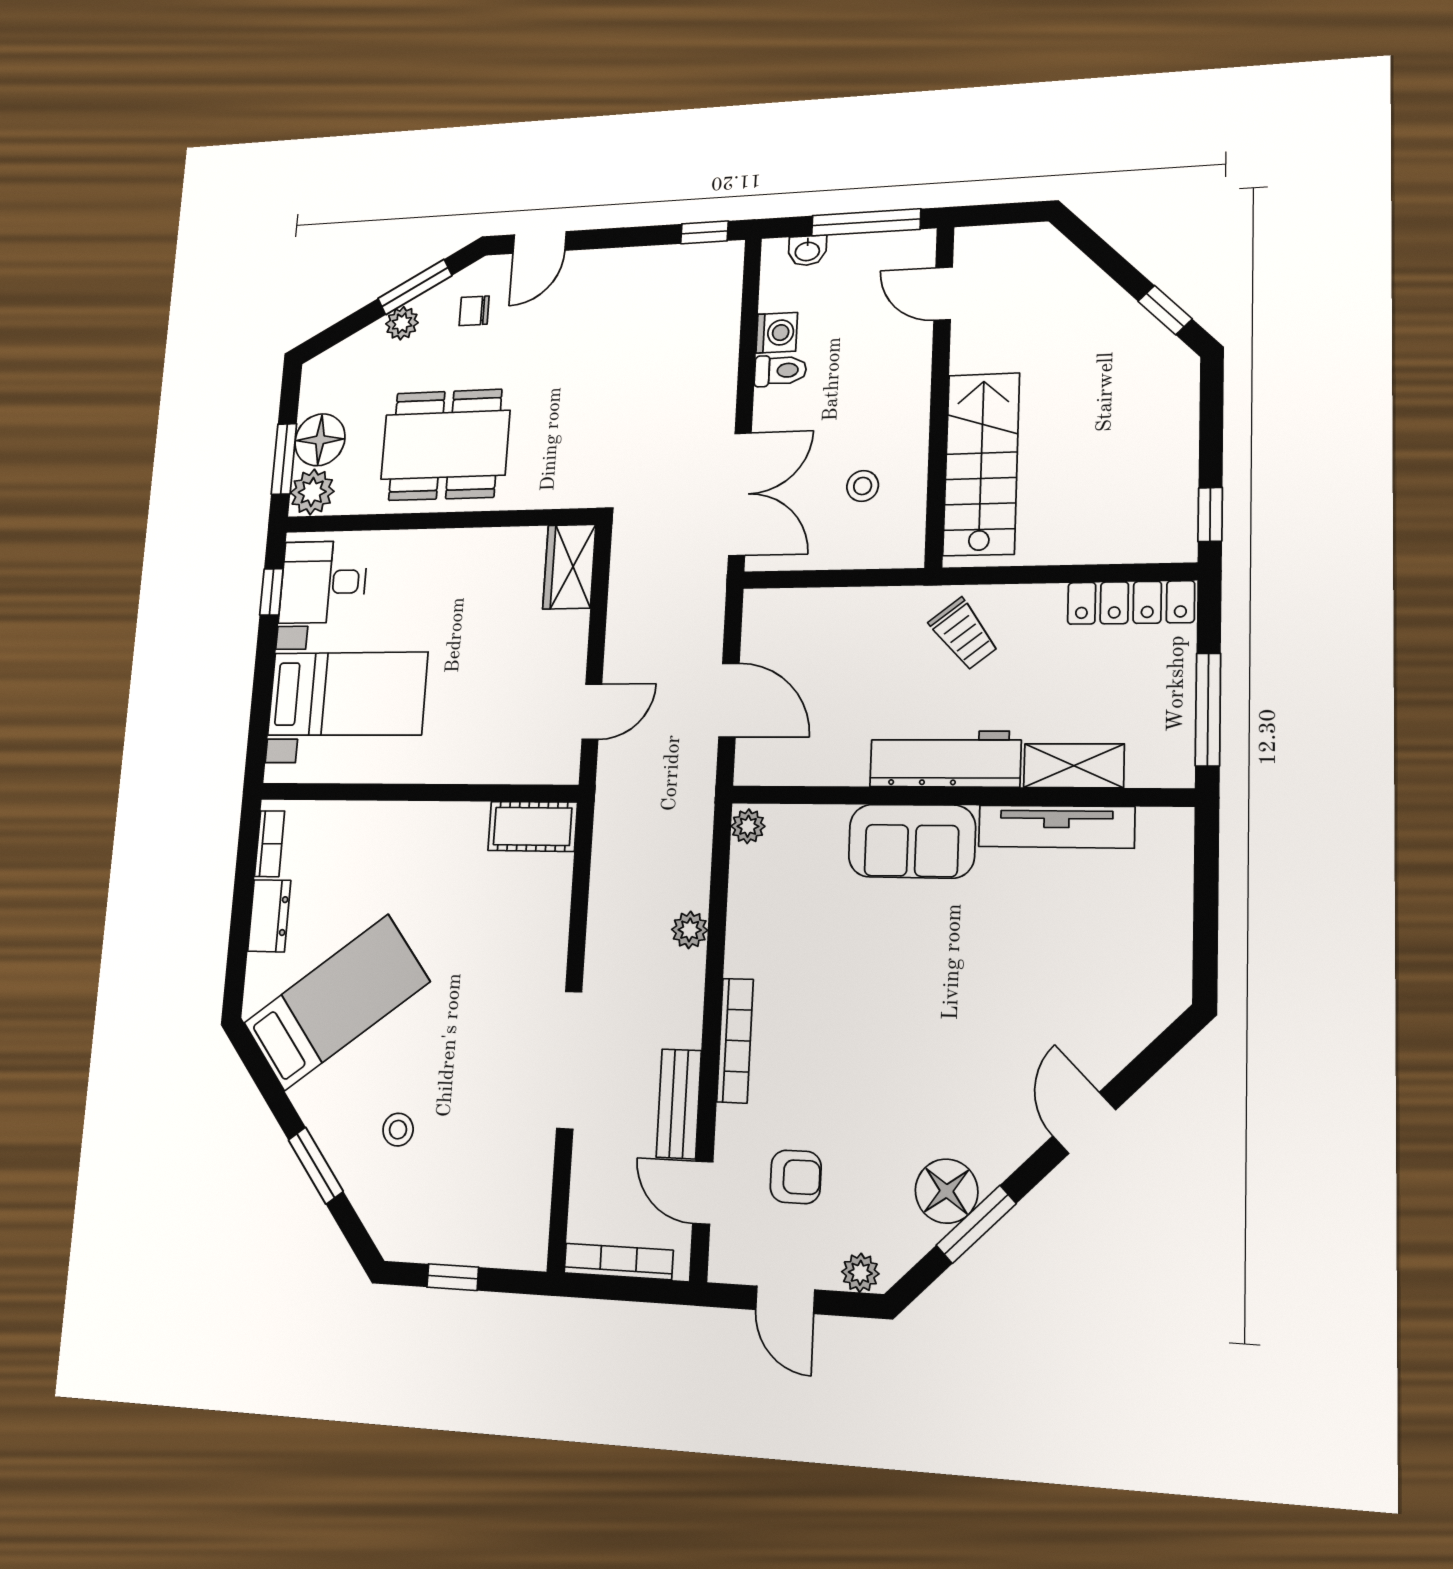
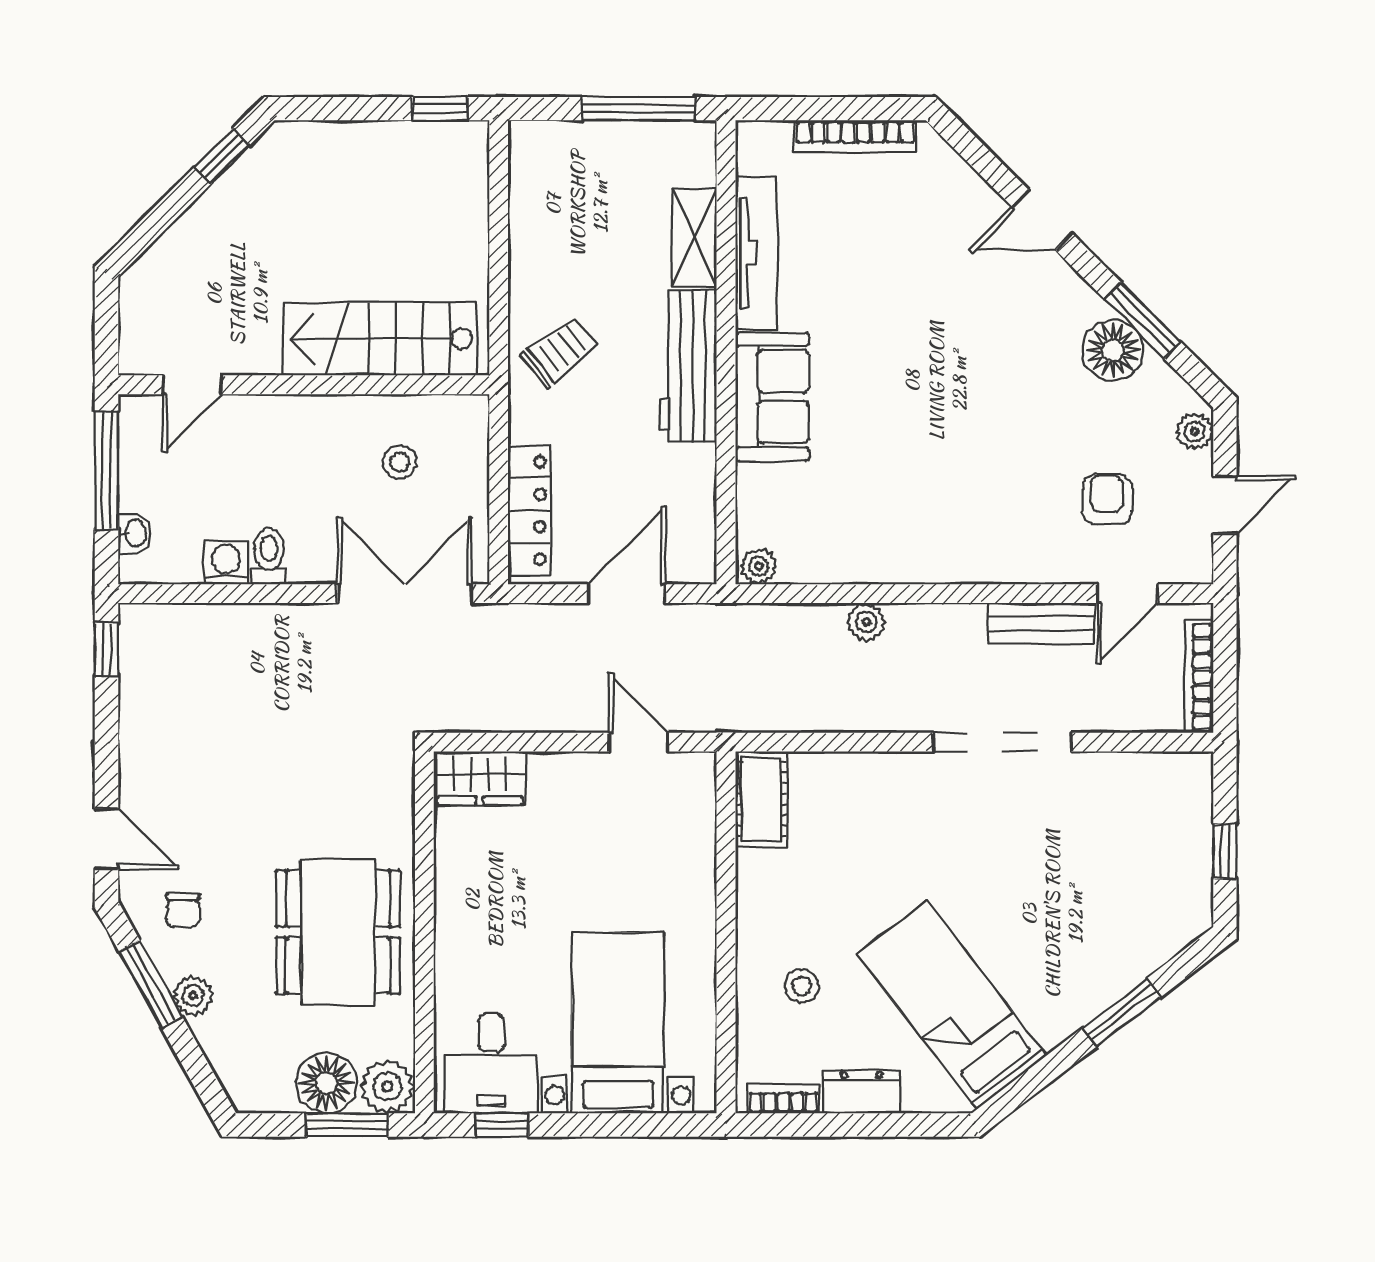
locker: (1131, 603) -> (529, 511), moved
bookcase: (735, 1041) -> (856, 136), moved, turned 180
stool: (398, 1130) -> (802, 986), moved

